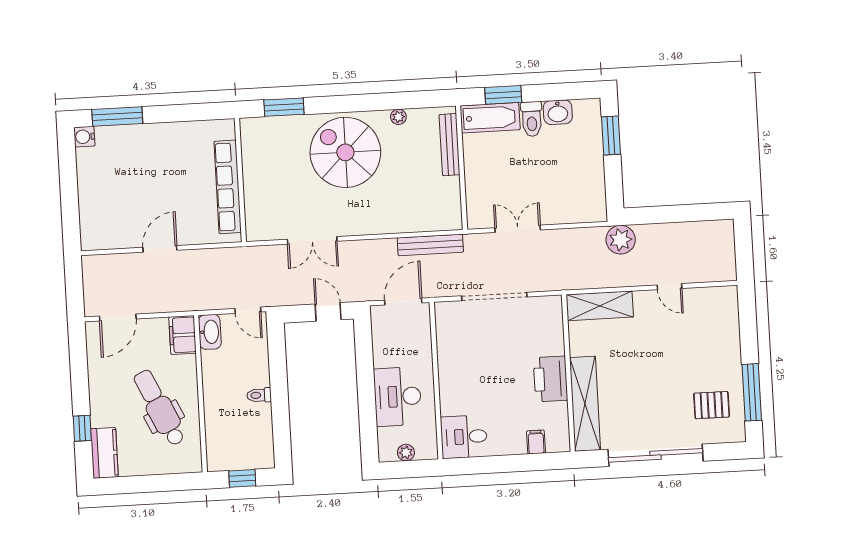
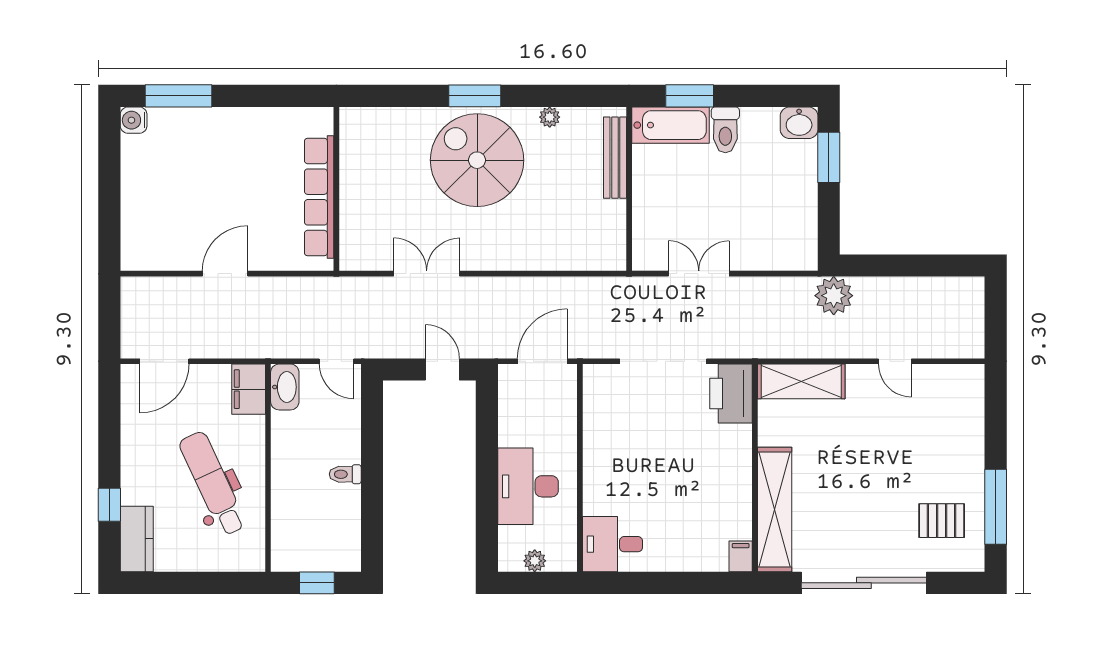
window: (284, 107) -> (475, 96), moved
washbasin: (558, 112) -> (799, 123), moved
double door: (312, 240) -> (427, 274), swing flipped
bench: (430, 245) -> (582, 289), removed
printer: (550, 379) -> (731, 394), moved
filing cabinet: (536, 442) -> (741, 556), moved

